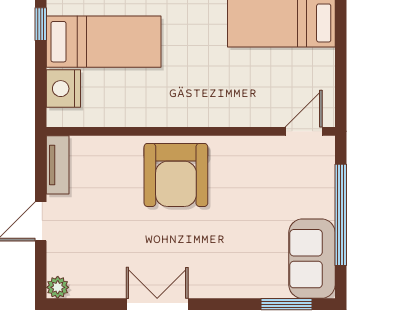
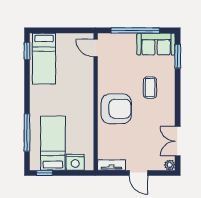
coffee table: (220, 246) -> (150, 88), added
double door: (157, 304) -> (178, 141), moved

